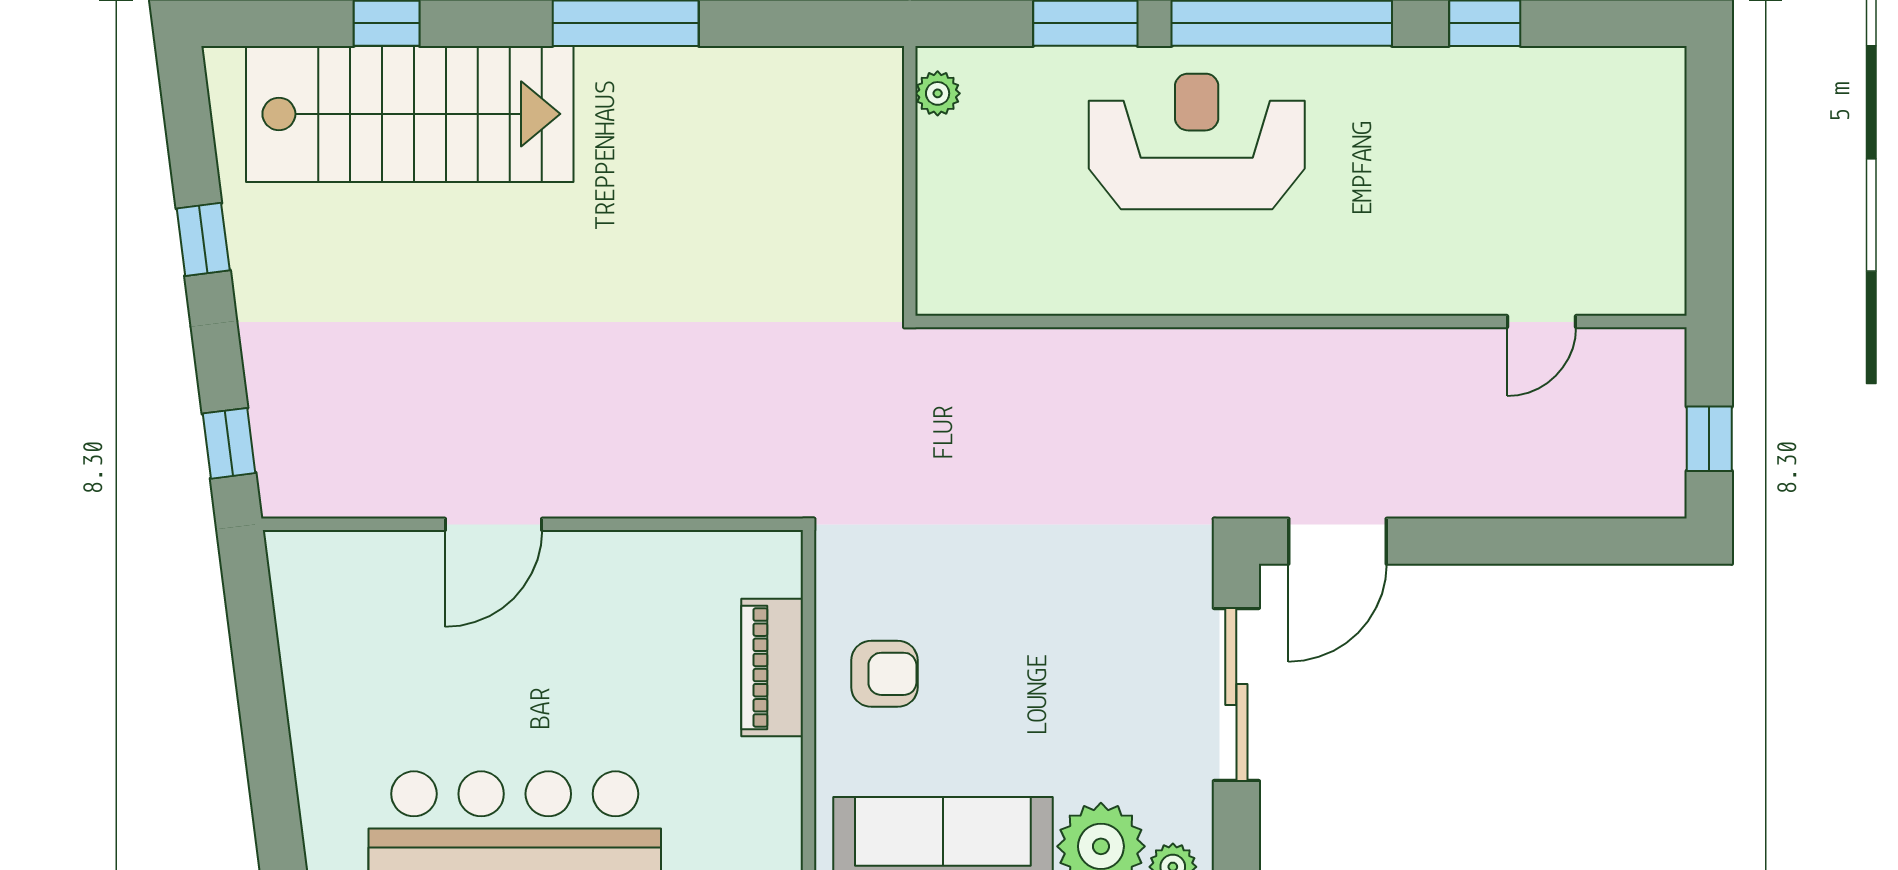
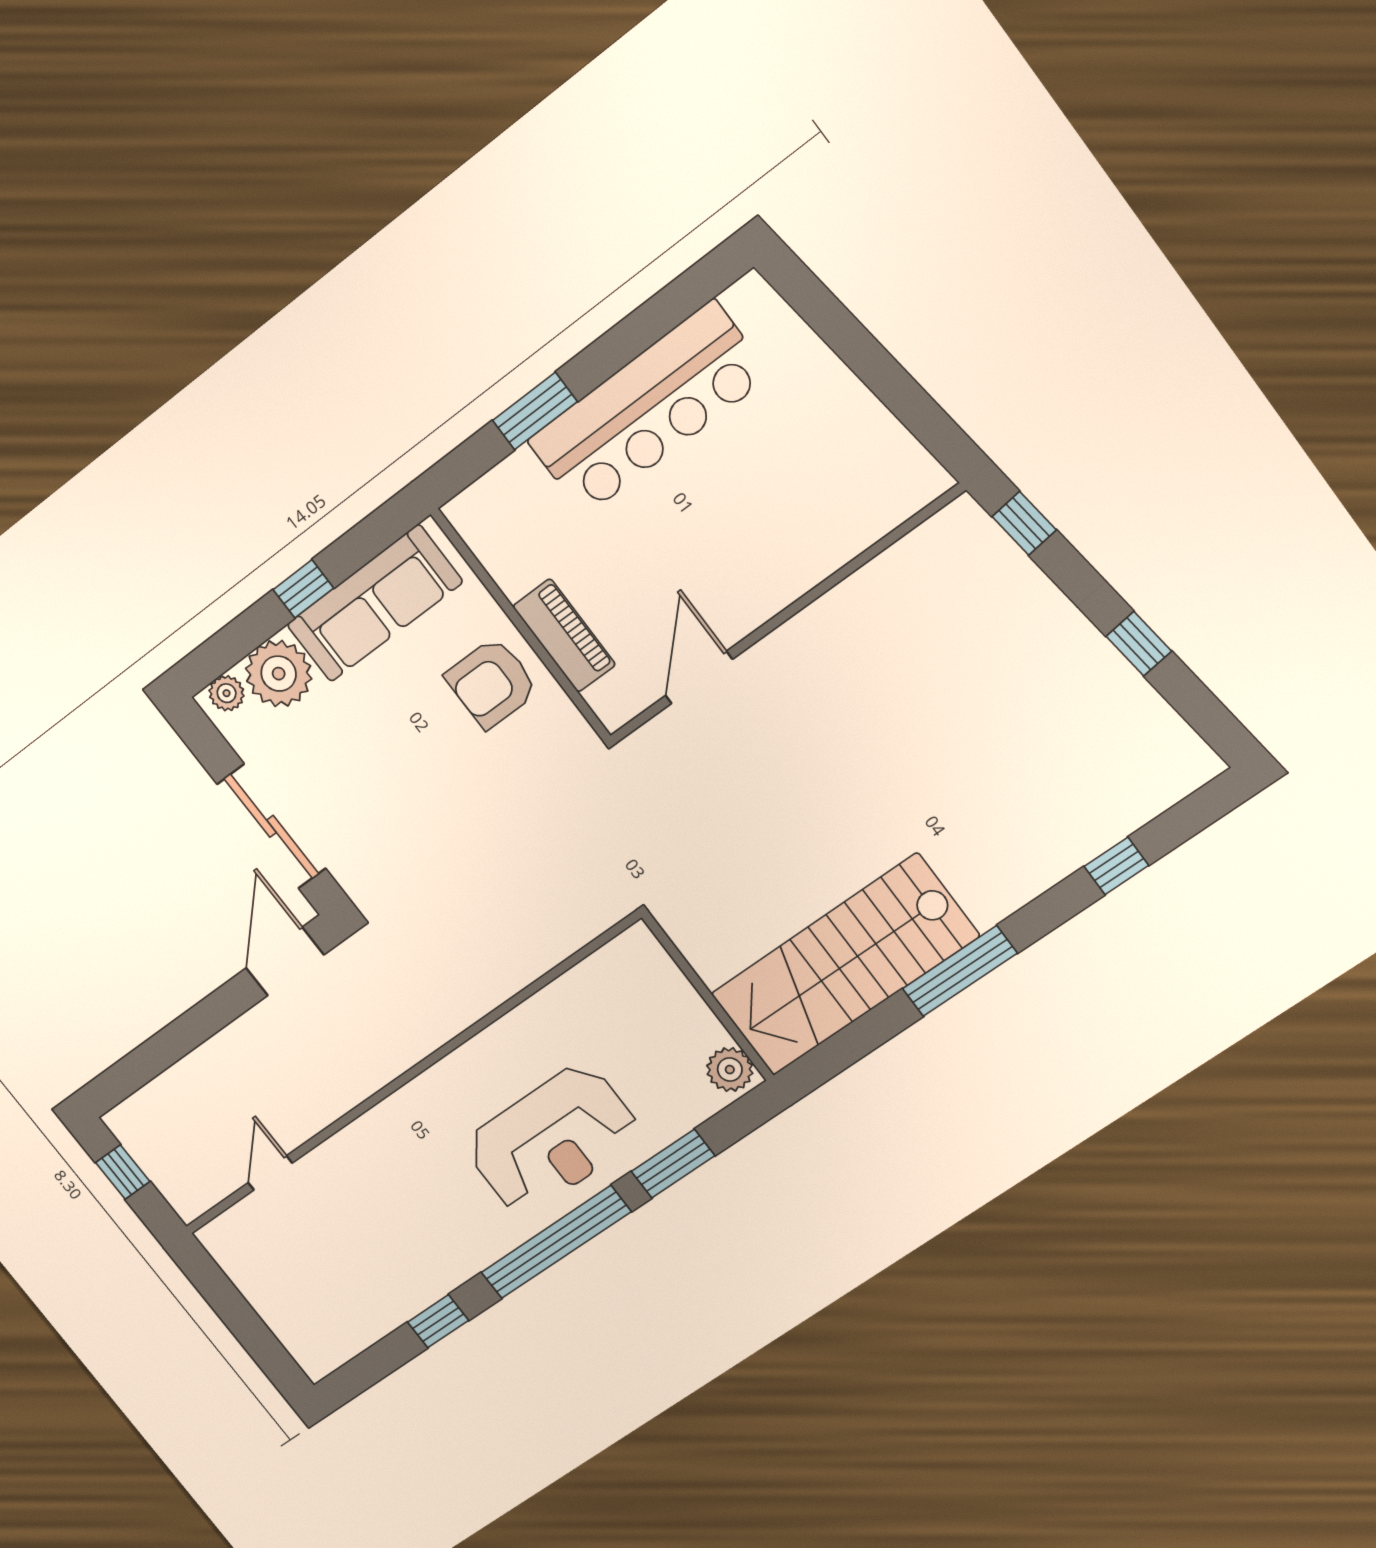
plant: (938, 93) -> (730, 1070), width x1.38, depth x1.38
stairs: (410, 114) -> (845, 965), moved
door: (494, 524) -> (699, 677), moved
armchair: (884, 674) -> (492, 683), width x1.38, depth x1.38

